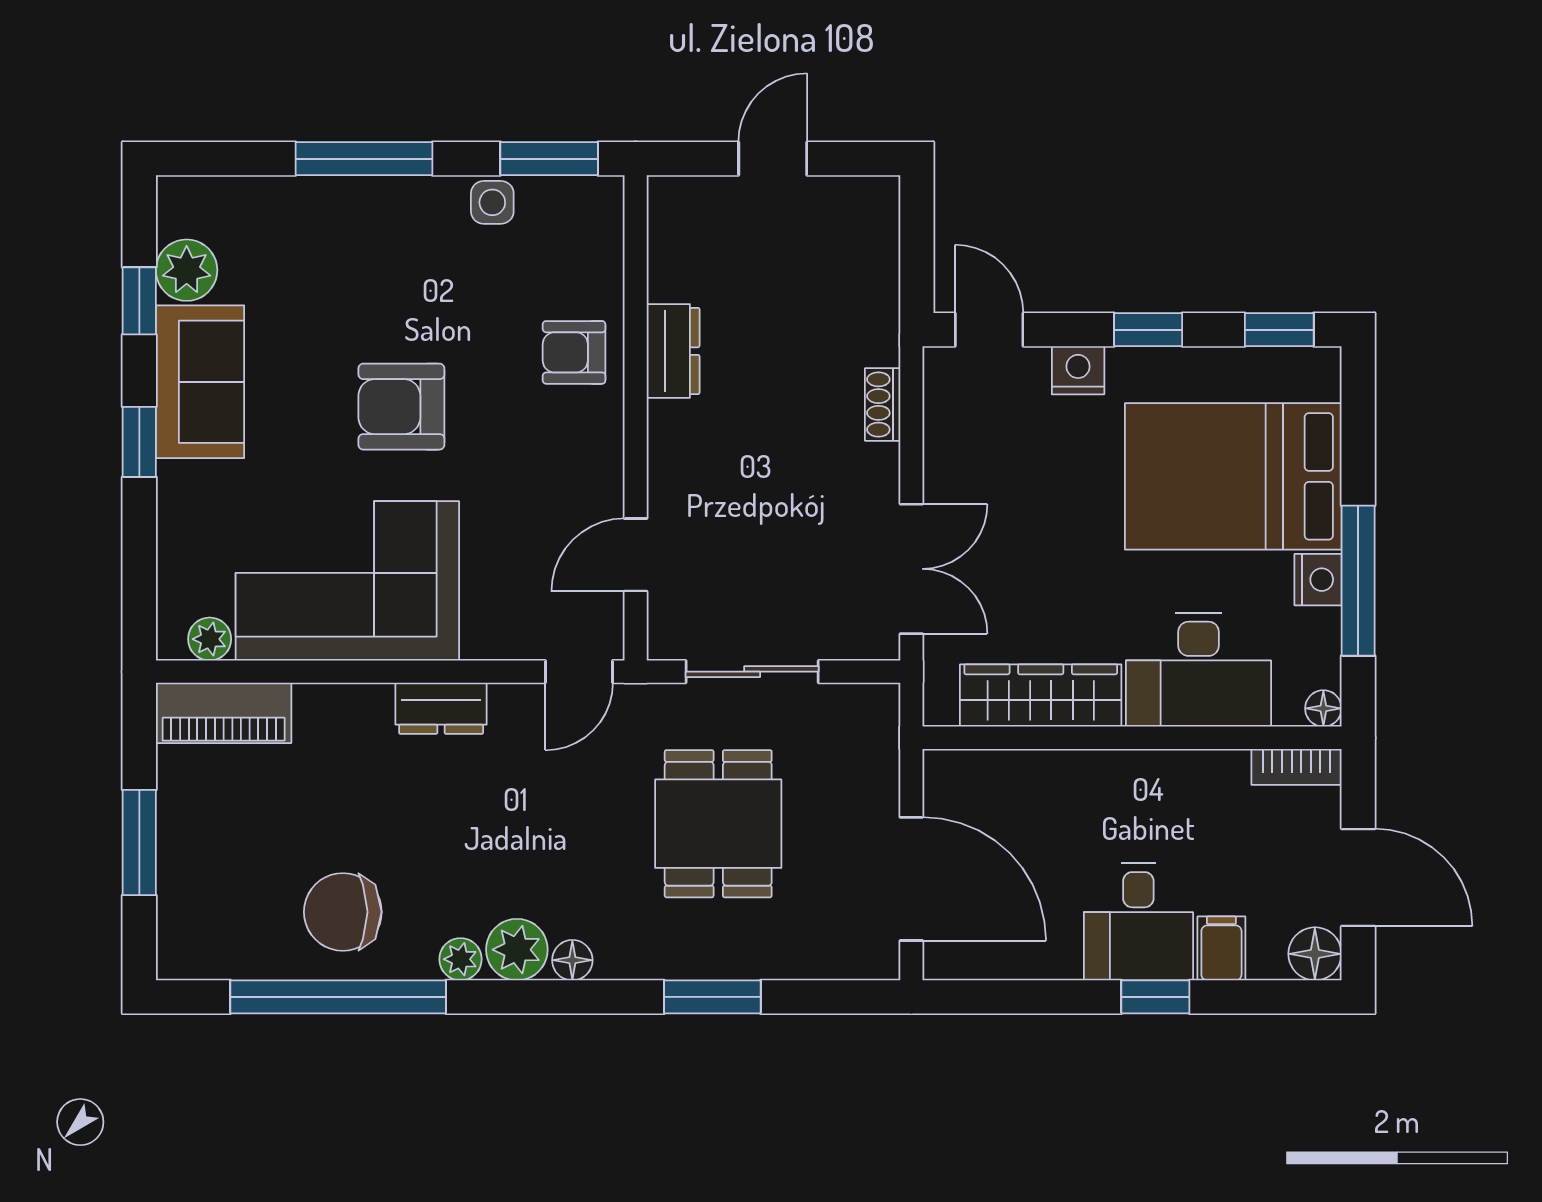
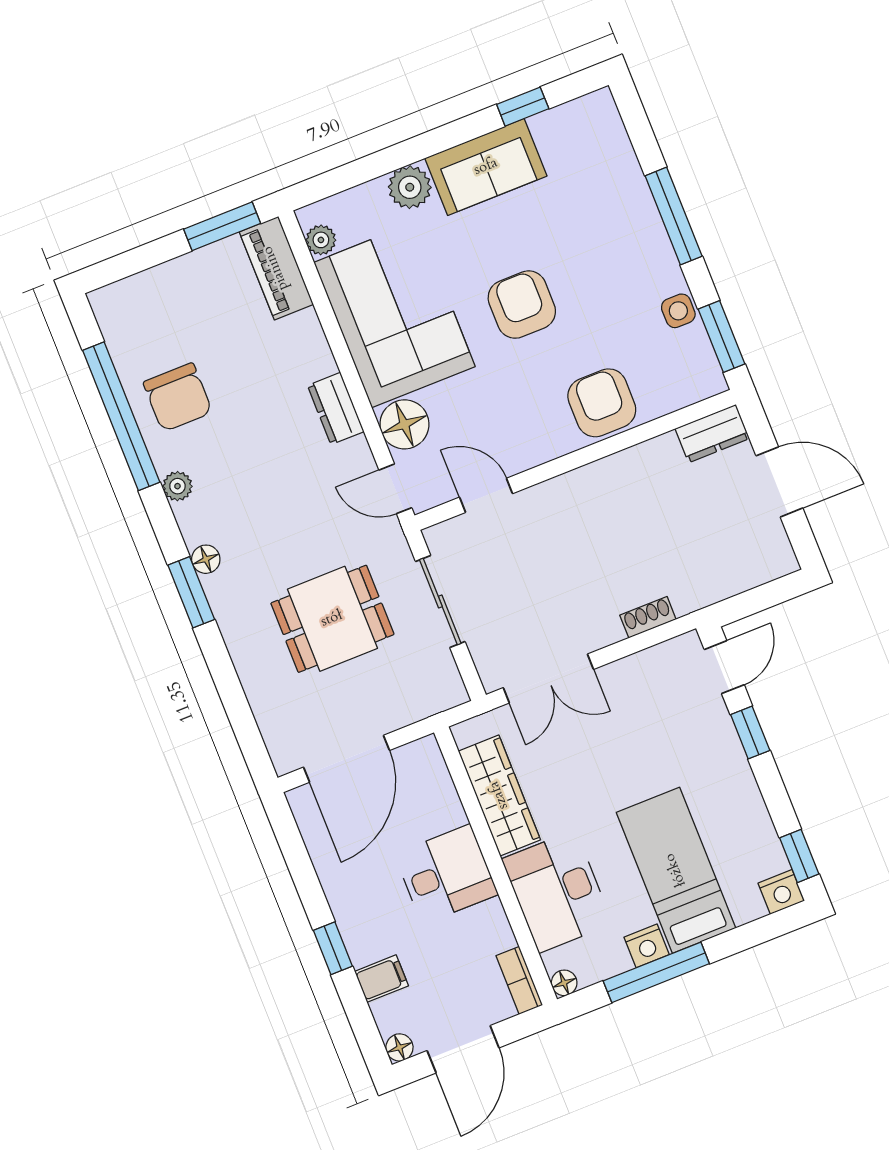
door: (773, 159) -> (779, 482), width x1.37
plant: (187, 270) -> (410, 187), moved
window: (1148, 330) -> (750, 732), moved
dresser: (673, 351) -> (712, 434), moved
armchair: (574, 352) -> (602, 403), width x1.38, depth x1.38
nightstand: (1078, 370) -> (781, 892), moved, turned 90
window: (139, 442) -> (431, 143), removed
bed: (1233, 476) -> (676, 870), width x0.67
floor lamp: (498, 626) -> (404, 424), added
window: (139, 843) -> (222, 226), moved
chair: (343, 912) -> (178, 397), turned 180
desk: (1138, 921) -> (446, 874), moved, turned 180
plant: (517, 950) -> (198, 520), removed
floor lamp: (1315, 954) -> (399, 1047), width x0.73, depth x0.73
window: (712, 997) -> (191, 592), moved

